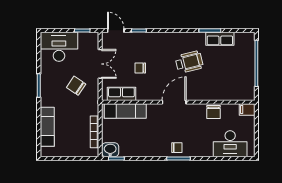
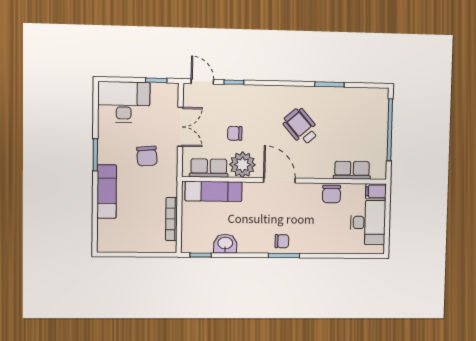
row of seats: (220, 39) -> (352, 170), moved, turned 180
wheelchair: (189, 62) -> (301, 126), turned -117
chair: (76, 86) -> (147, 156), turned -129
plant: (146, 91) -> (242, 165), added
door: (174, 102) -> (279, 180), hinge flipped
exam couch: (47, 127) -> (107, 191), moved
desk: (230, 144) -> (368, 223), moved, turned -90
washbasin: (110, 150) -> (225, 244), moved

